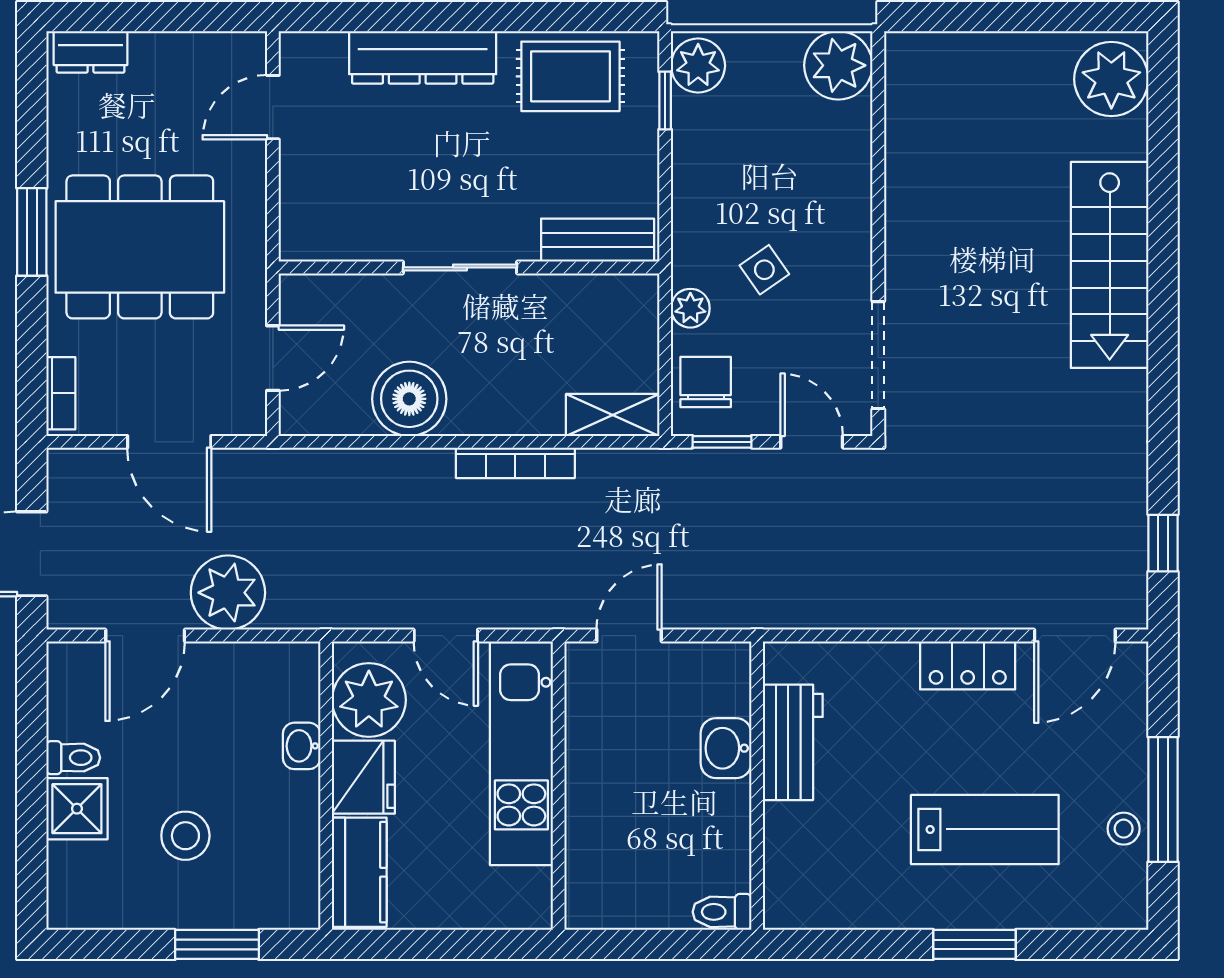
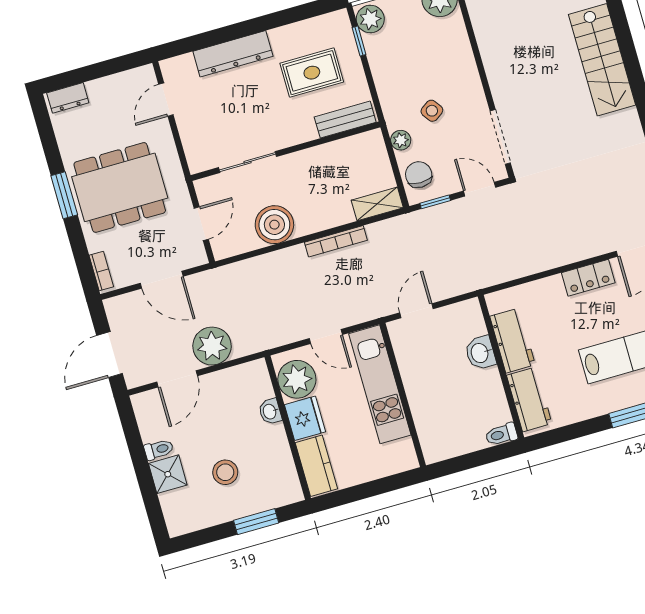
rug: (570, 76) -> (312, 73), moved
sliding door: (460, 267) -> (248, 162), moved
workbench: (793, 861) -> (529, 399), added

